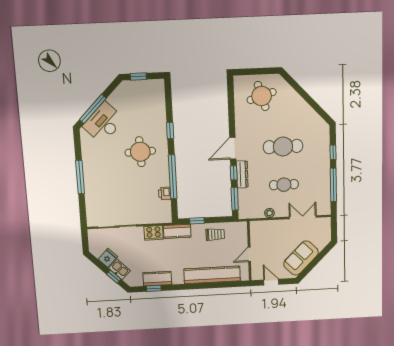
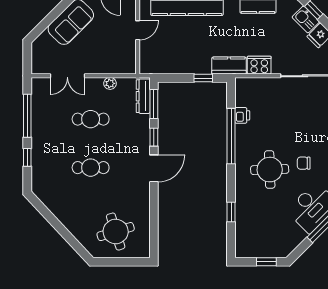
window: (170, 131) -> (231, 212), moved
cafe table: (283, 147) -> (91, 168), width x0.73, depth x0.74
chair: (113, 158) -> (304, 163), added
dresser: (242, 174) -> (143, 96), moved
trolley: (215, 234) -> (181, 59), removed

